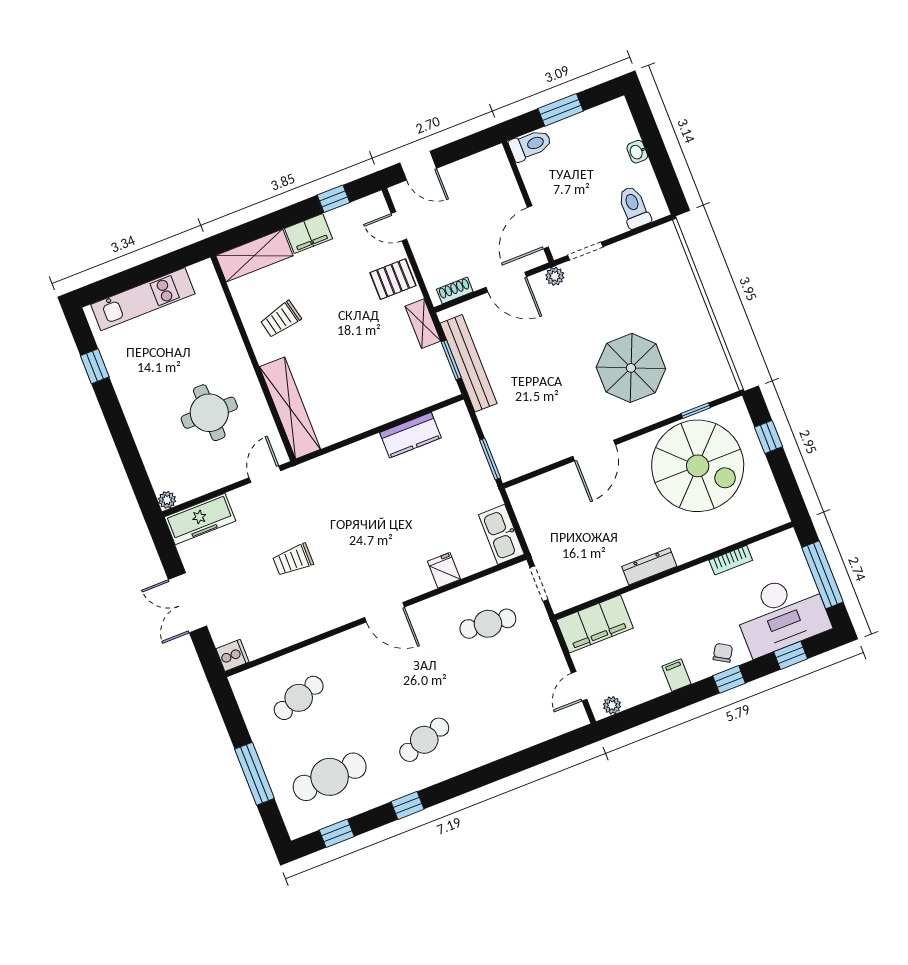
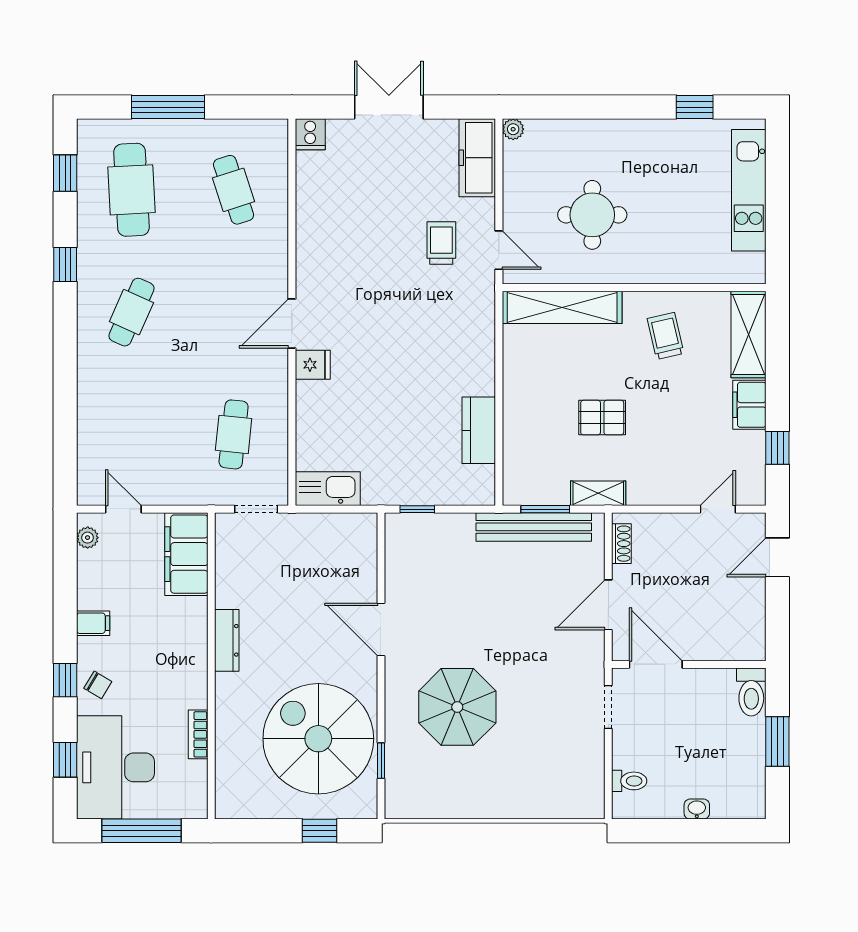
toilet: (634, 207) -> (629, 781), width x0.73, depth x0.72
plant: (555, 276) -> (593, 662), removed
pallet: (393, 279) -> (602, 418), moved, turned 90
window: (490, 459) -> (417, 509), width x0.67
spiral stairs: (698, 466) -> (318, 739), turned 90
trolley: (293, 560) -> (441, 243), moved
fridge: (444, 570) -> (313, 365), moved
cafe table: (424, 740) -> (131, 312), turned 42

